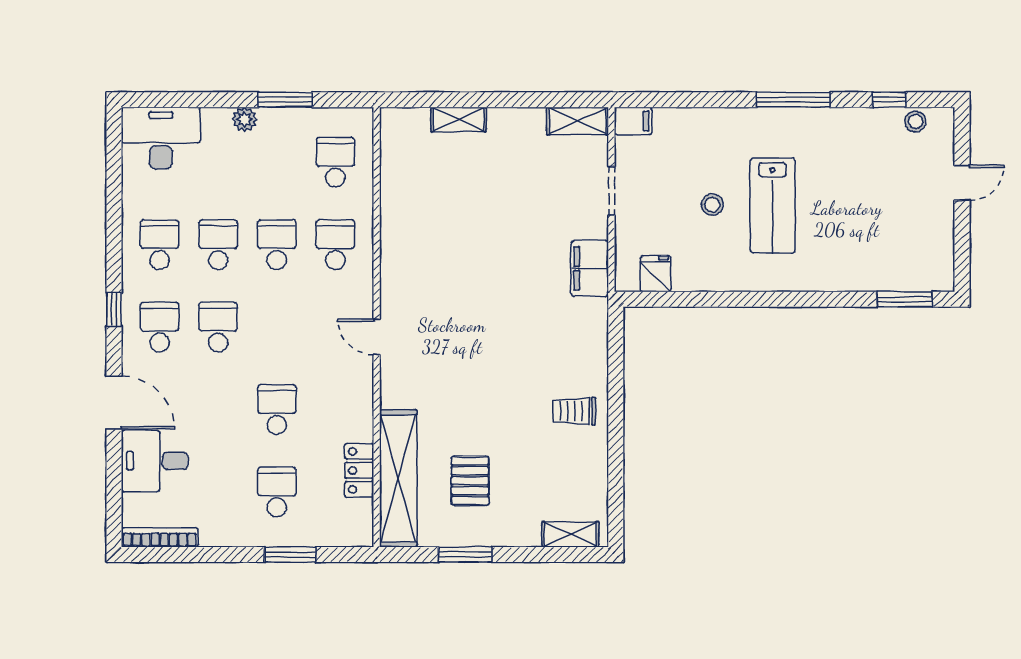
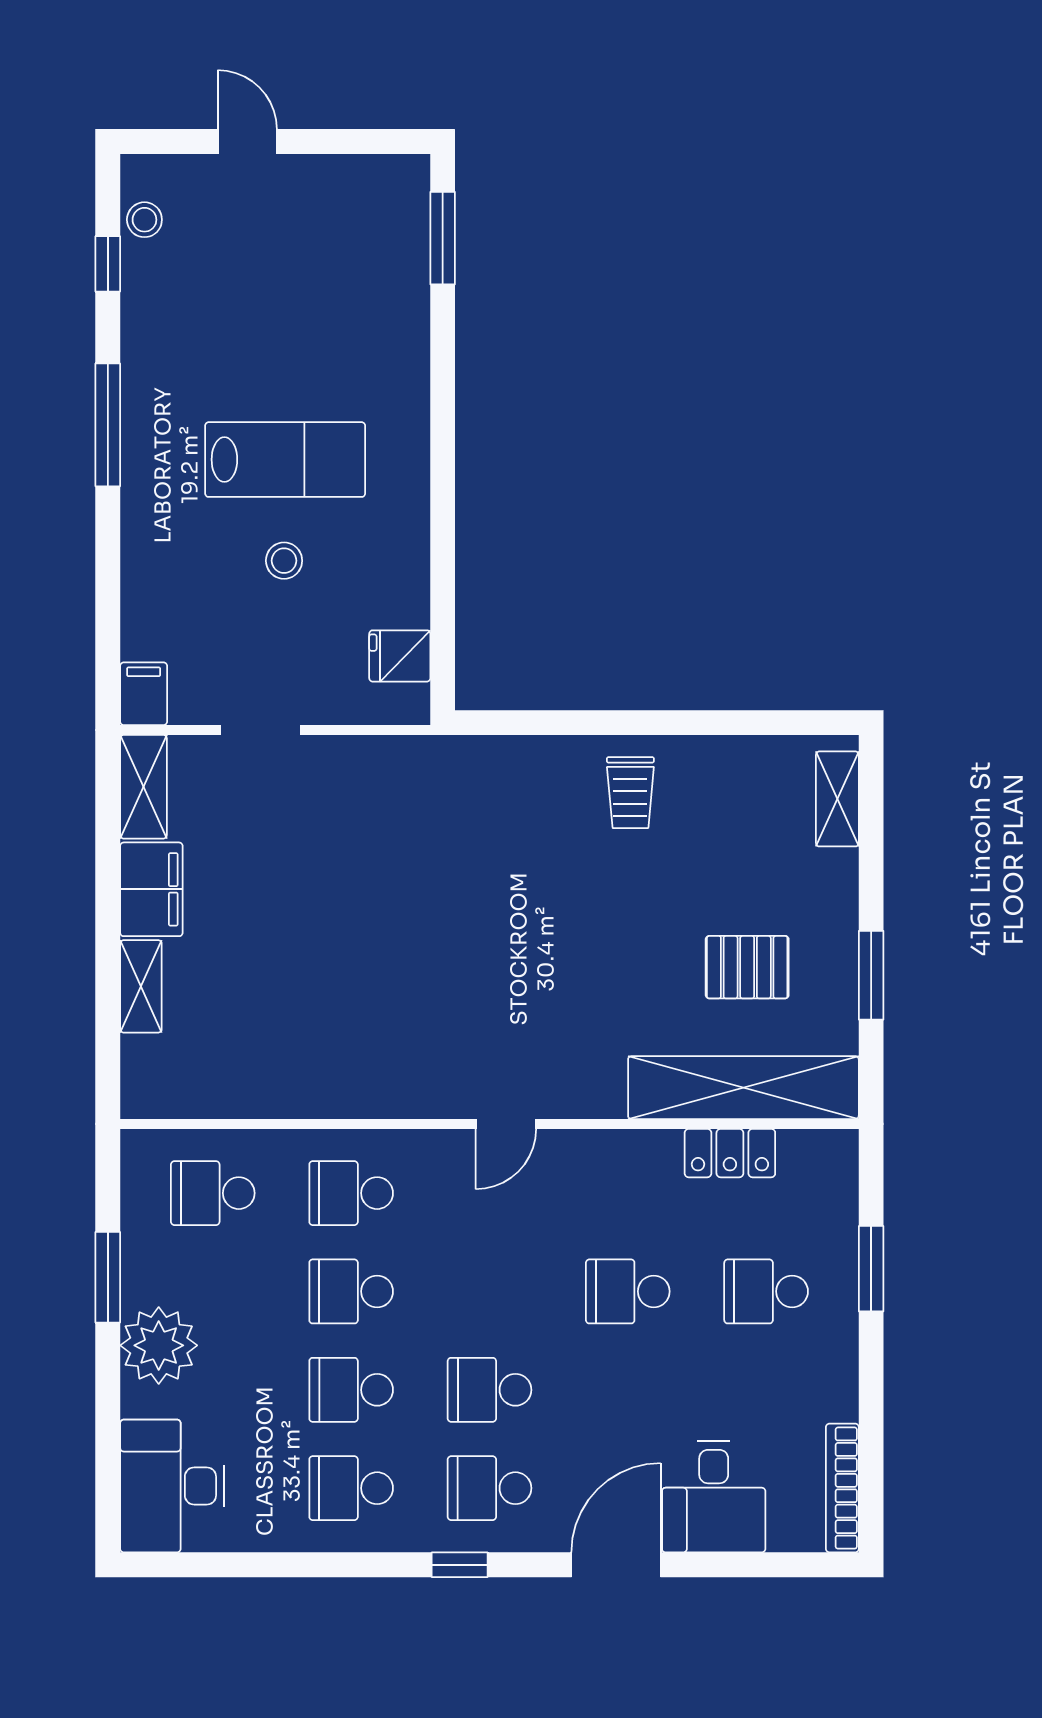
plant: (245, 119) -> (159, 1345), width x1.88, depth x1.88
filing cabinet: (590, 268) -> (151, 889), moved, turned -90

